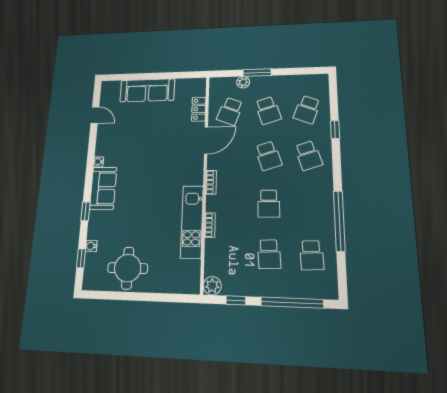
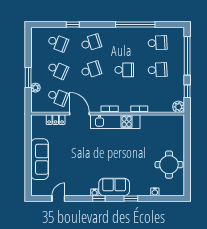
school desk: (268, 110) -> (58, 70), turned 42
kitchen unit: (192, 222) -> (115, 122), moved
window: (81, 258) -> (99, 199), moved

